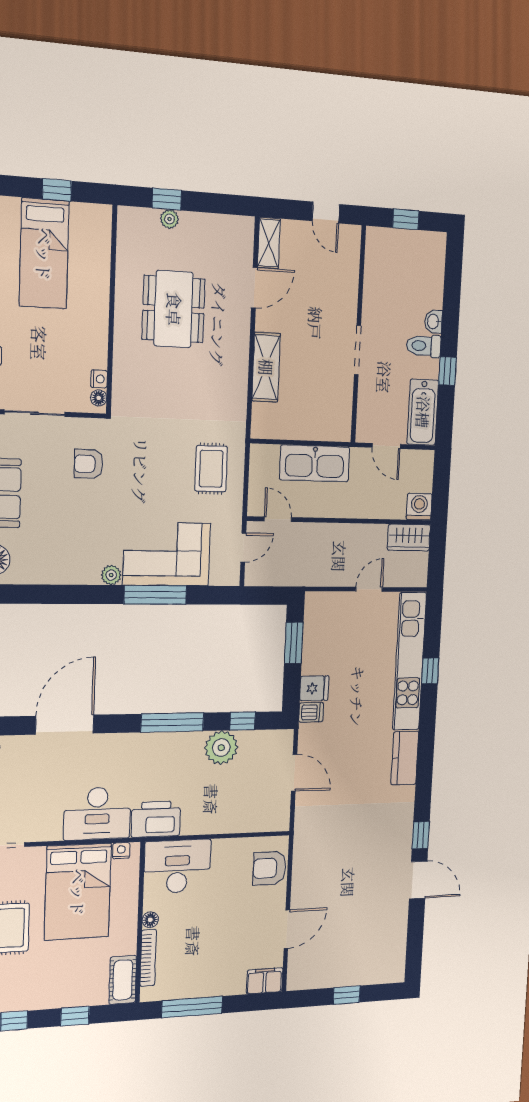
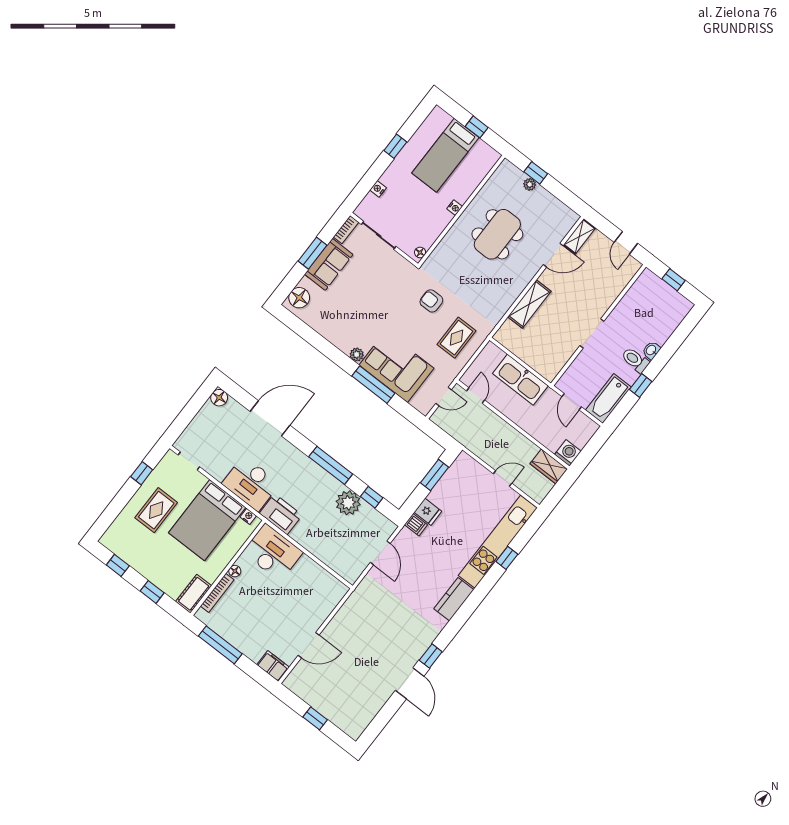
nightstand: (99, 379) -> (455, 208), moved
armchair: (89, 464) -> (431, 301), moved
armchair: (269, 868) -> (325, 599), removed

